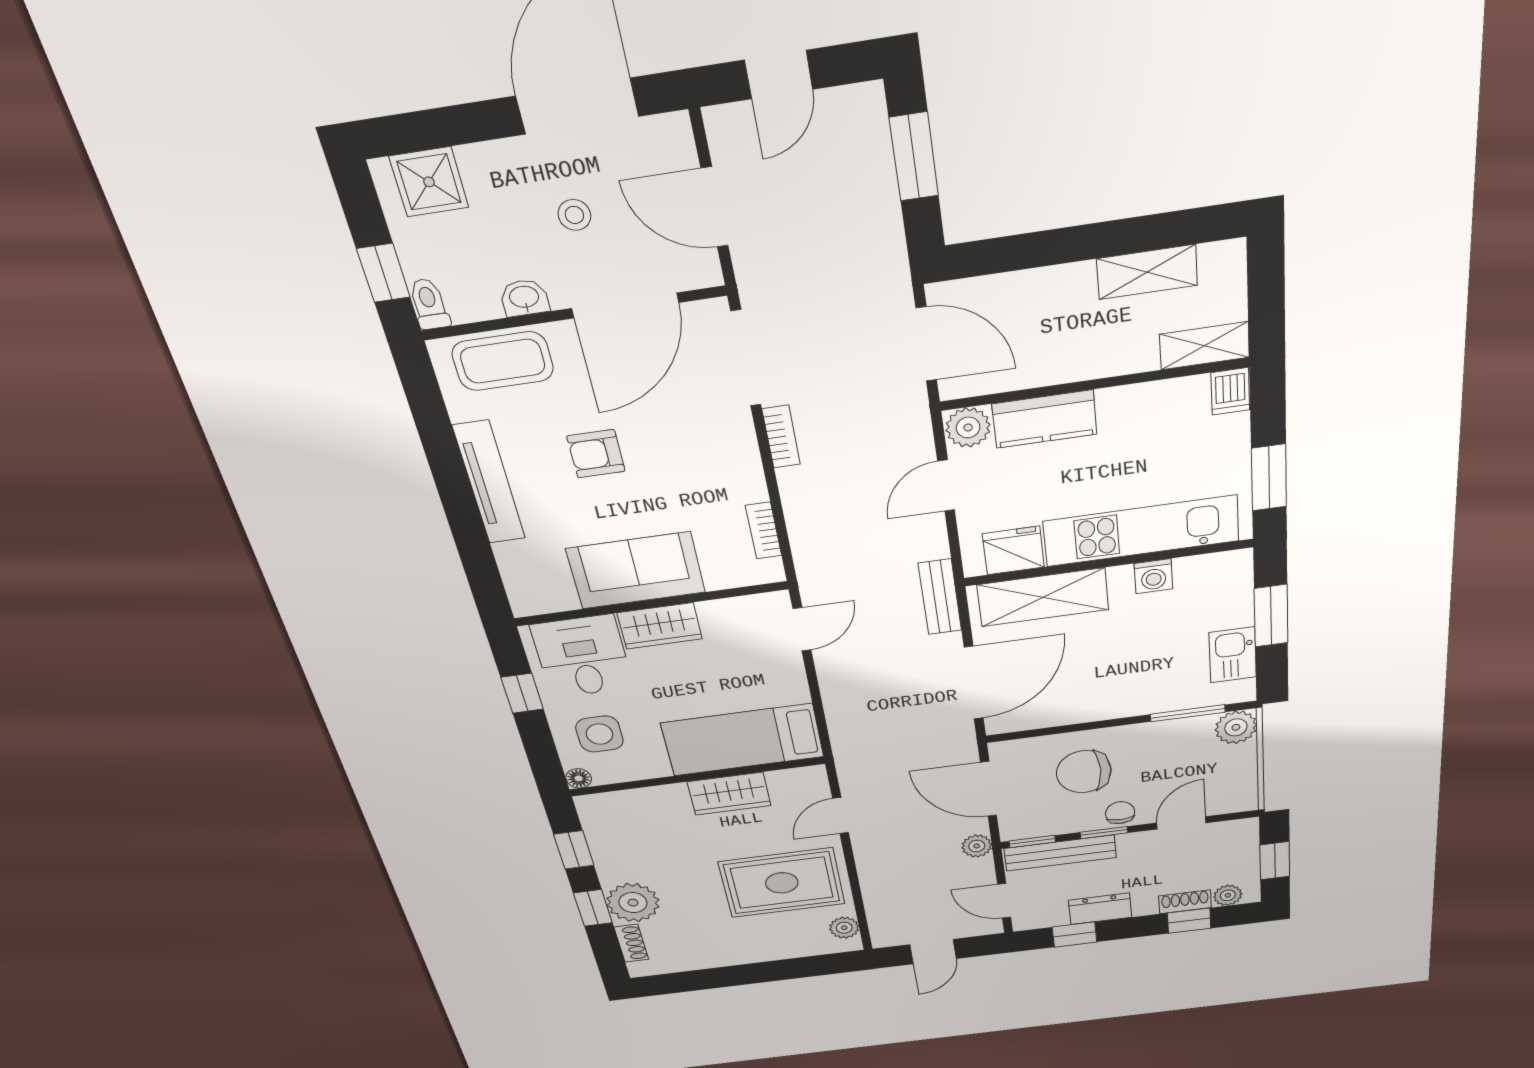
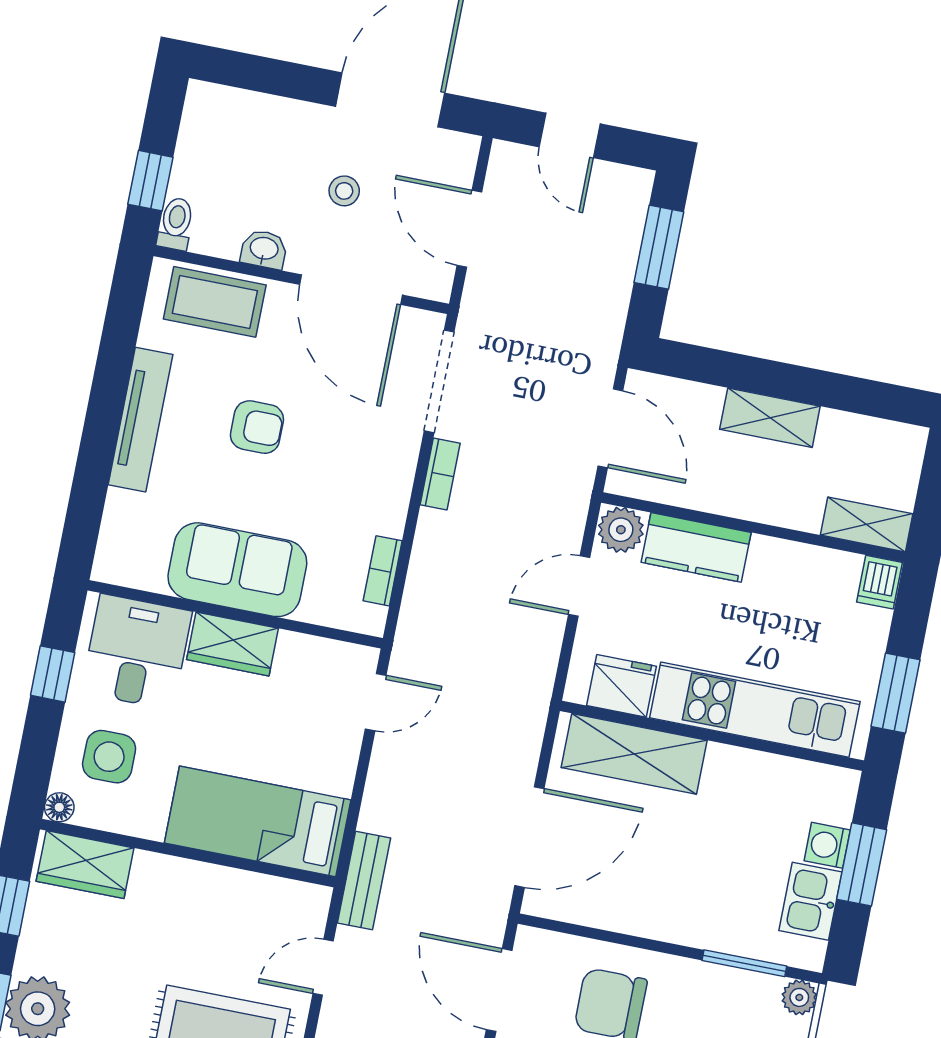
door: (779, 75) -> (570, 135), hinge flipped
shower: (429, 182) -> (233, 116), removed
shelving: (1147, 272) -> (770, 418), moved
door: (625, 305) -> (351, 290), hinge flipped
armchair: (596, 454) -> (257, 427), turned 180
washing machine: (1153, 576) -> (827, 845), moved, turned 90
bench: (940, 597) -> (364, 881), moved
plant: (1236, 727) -> (799, 997), width x0.73, depth x0.73
wardrobe: (729, 794) -> (85, 865), moved

